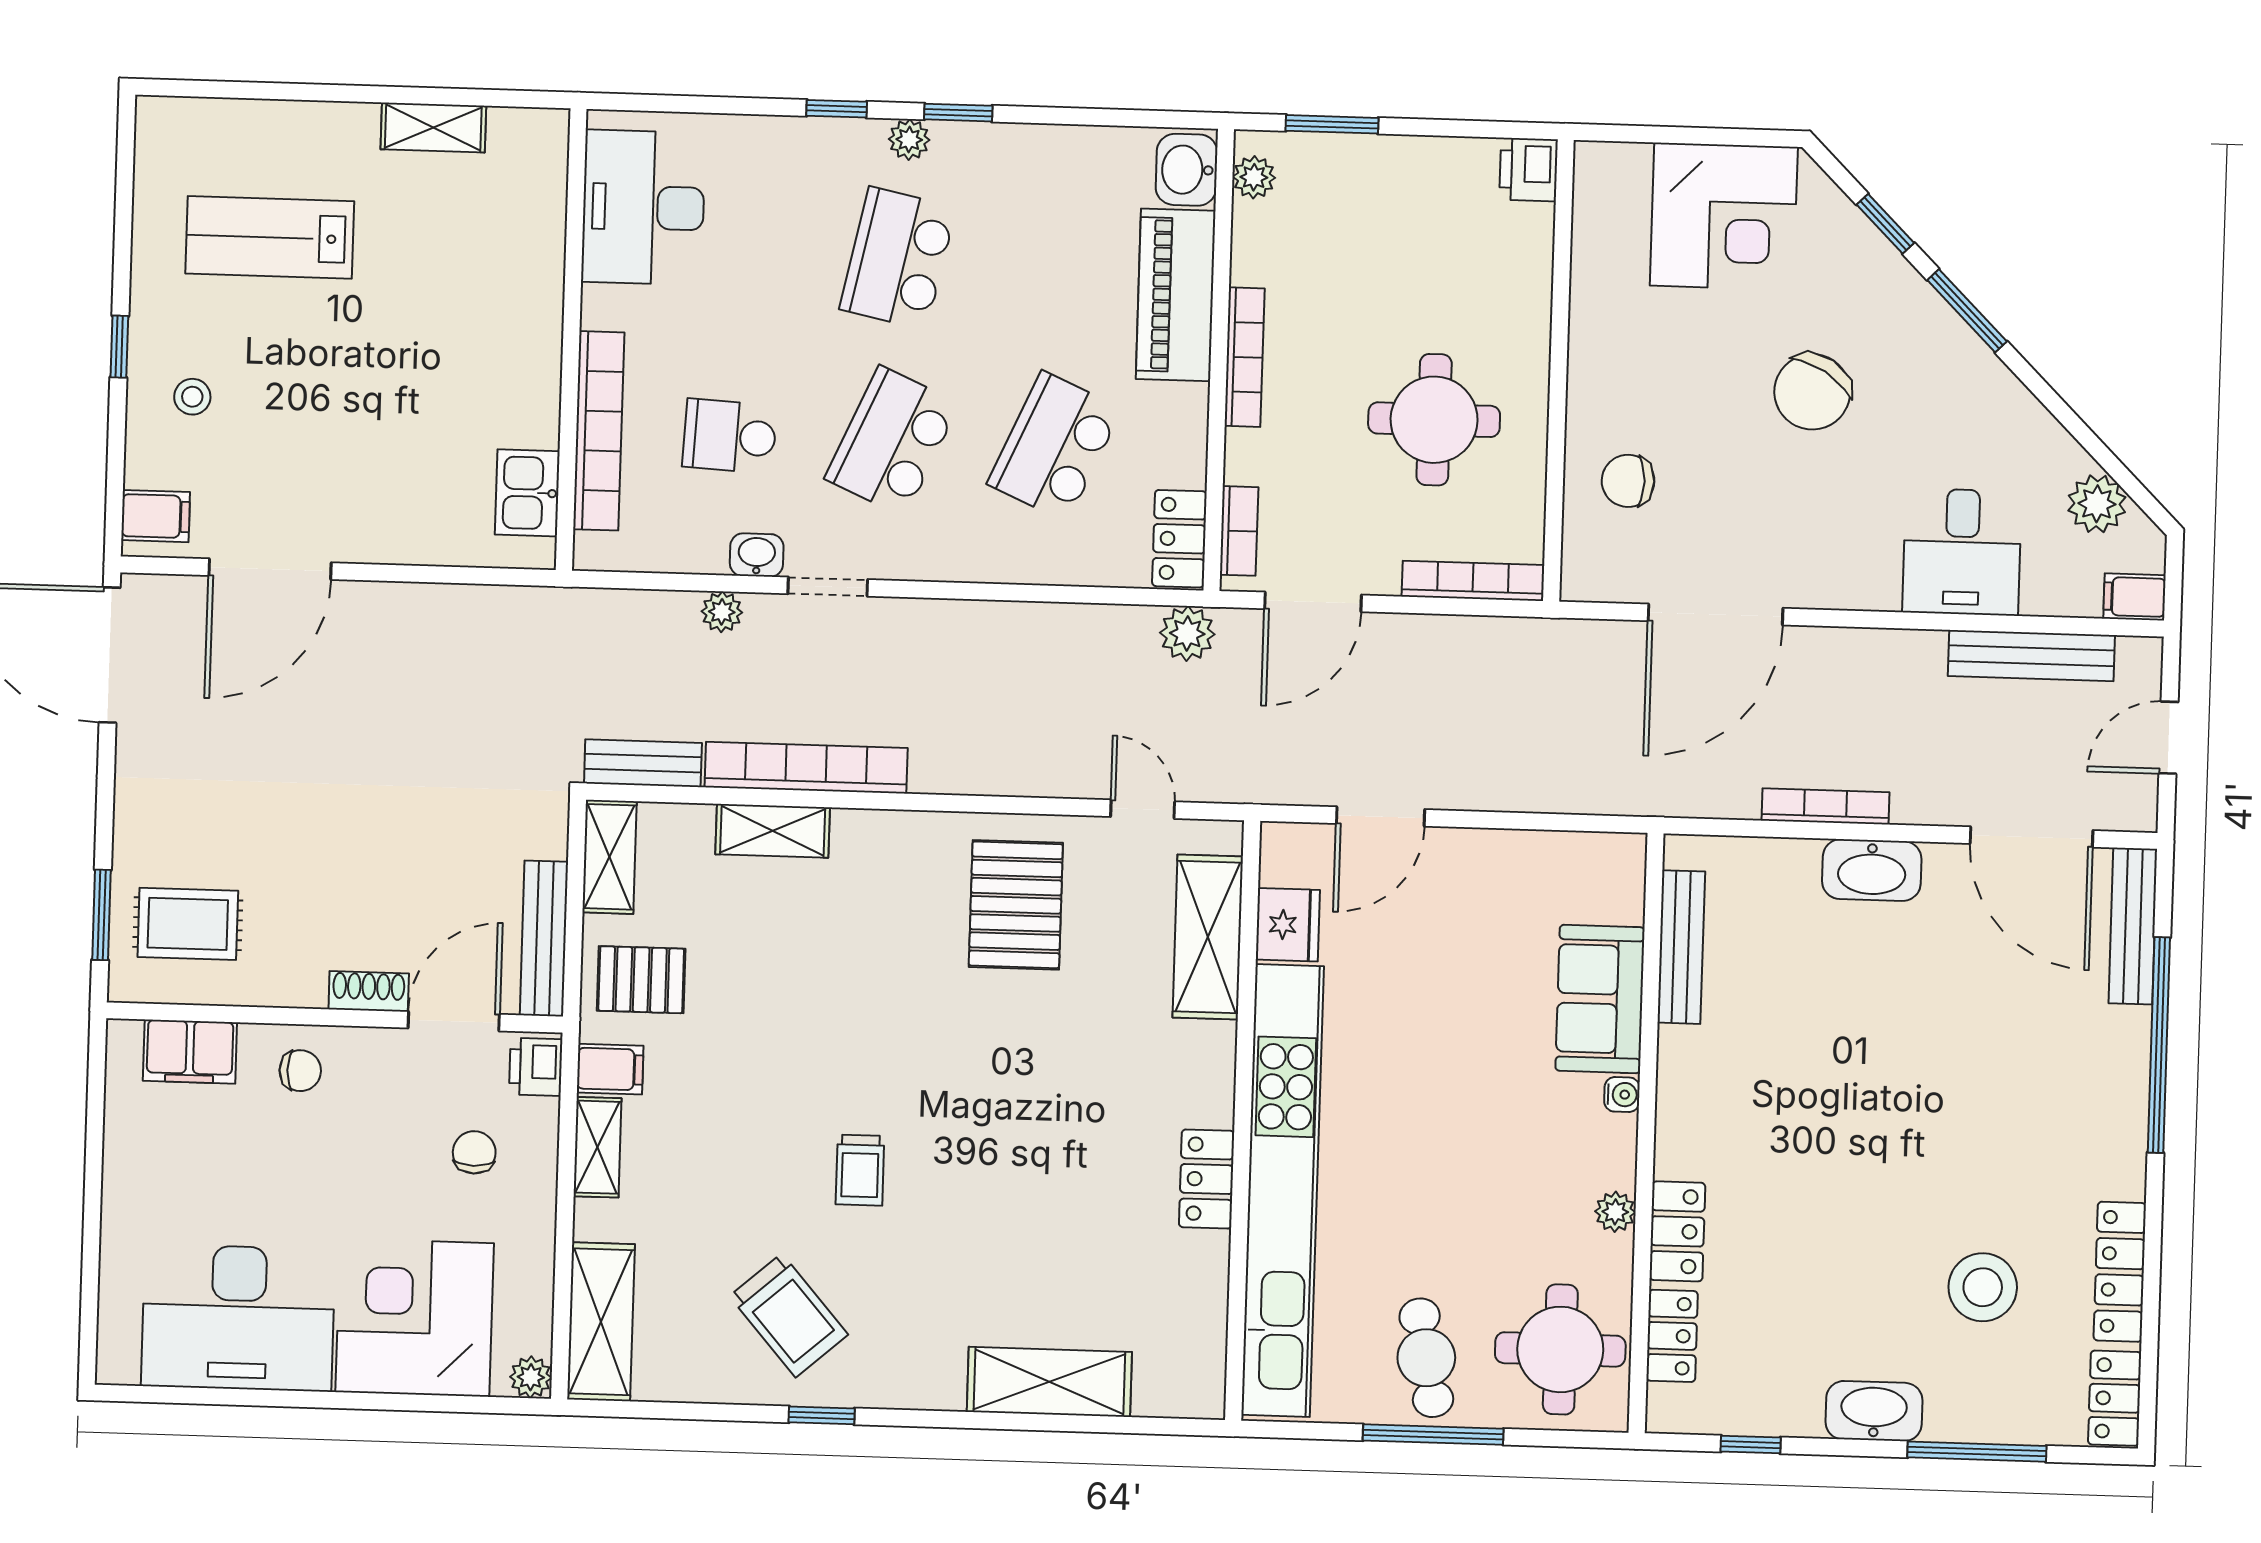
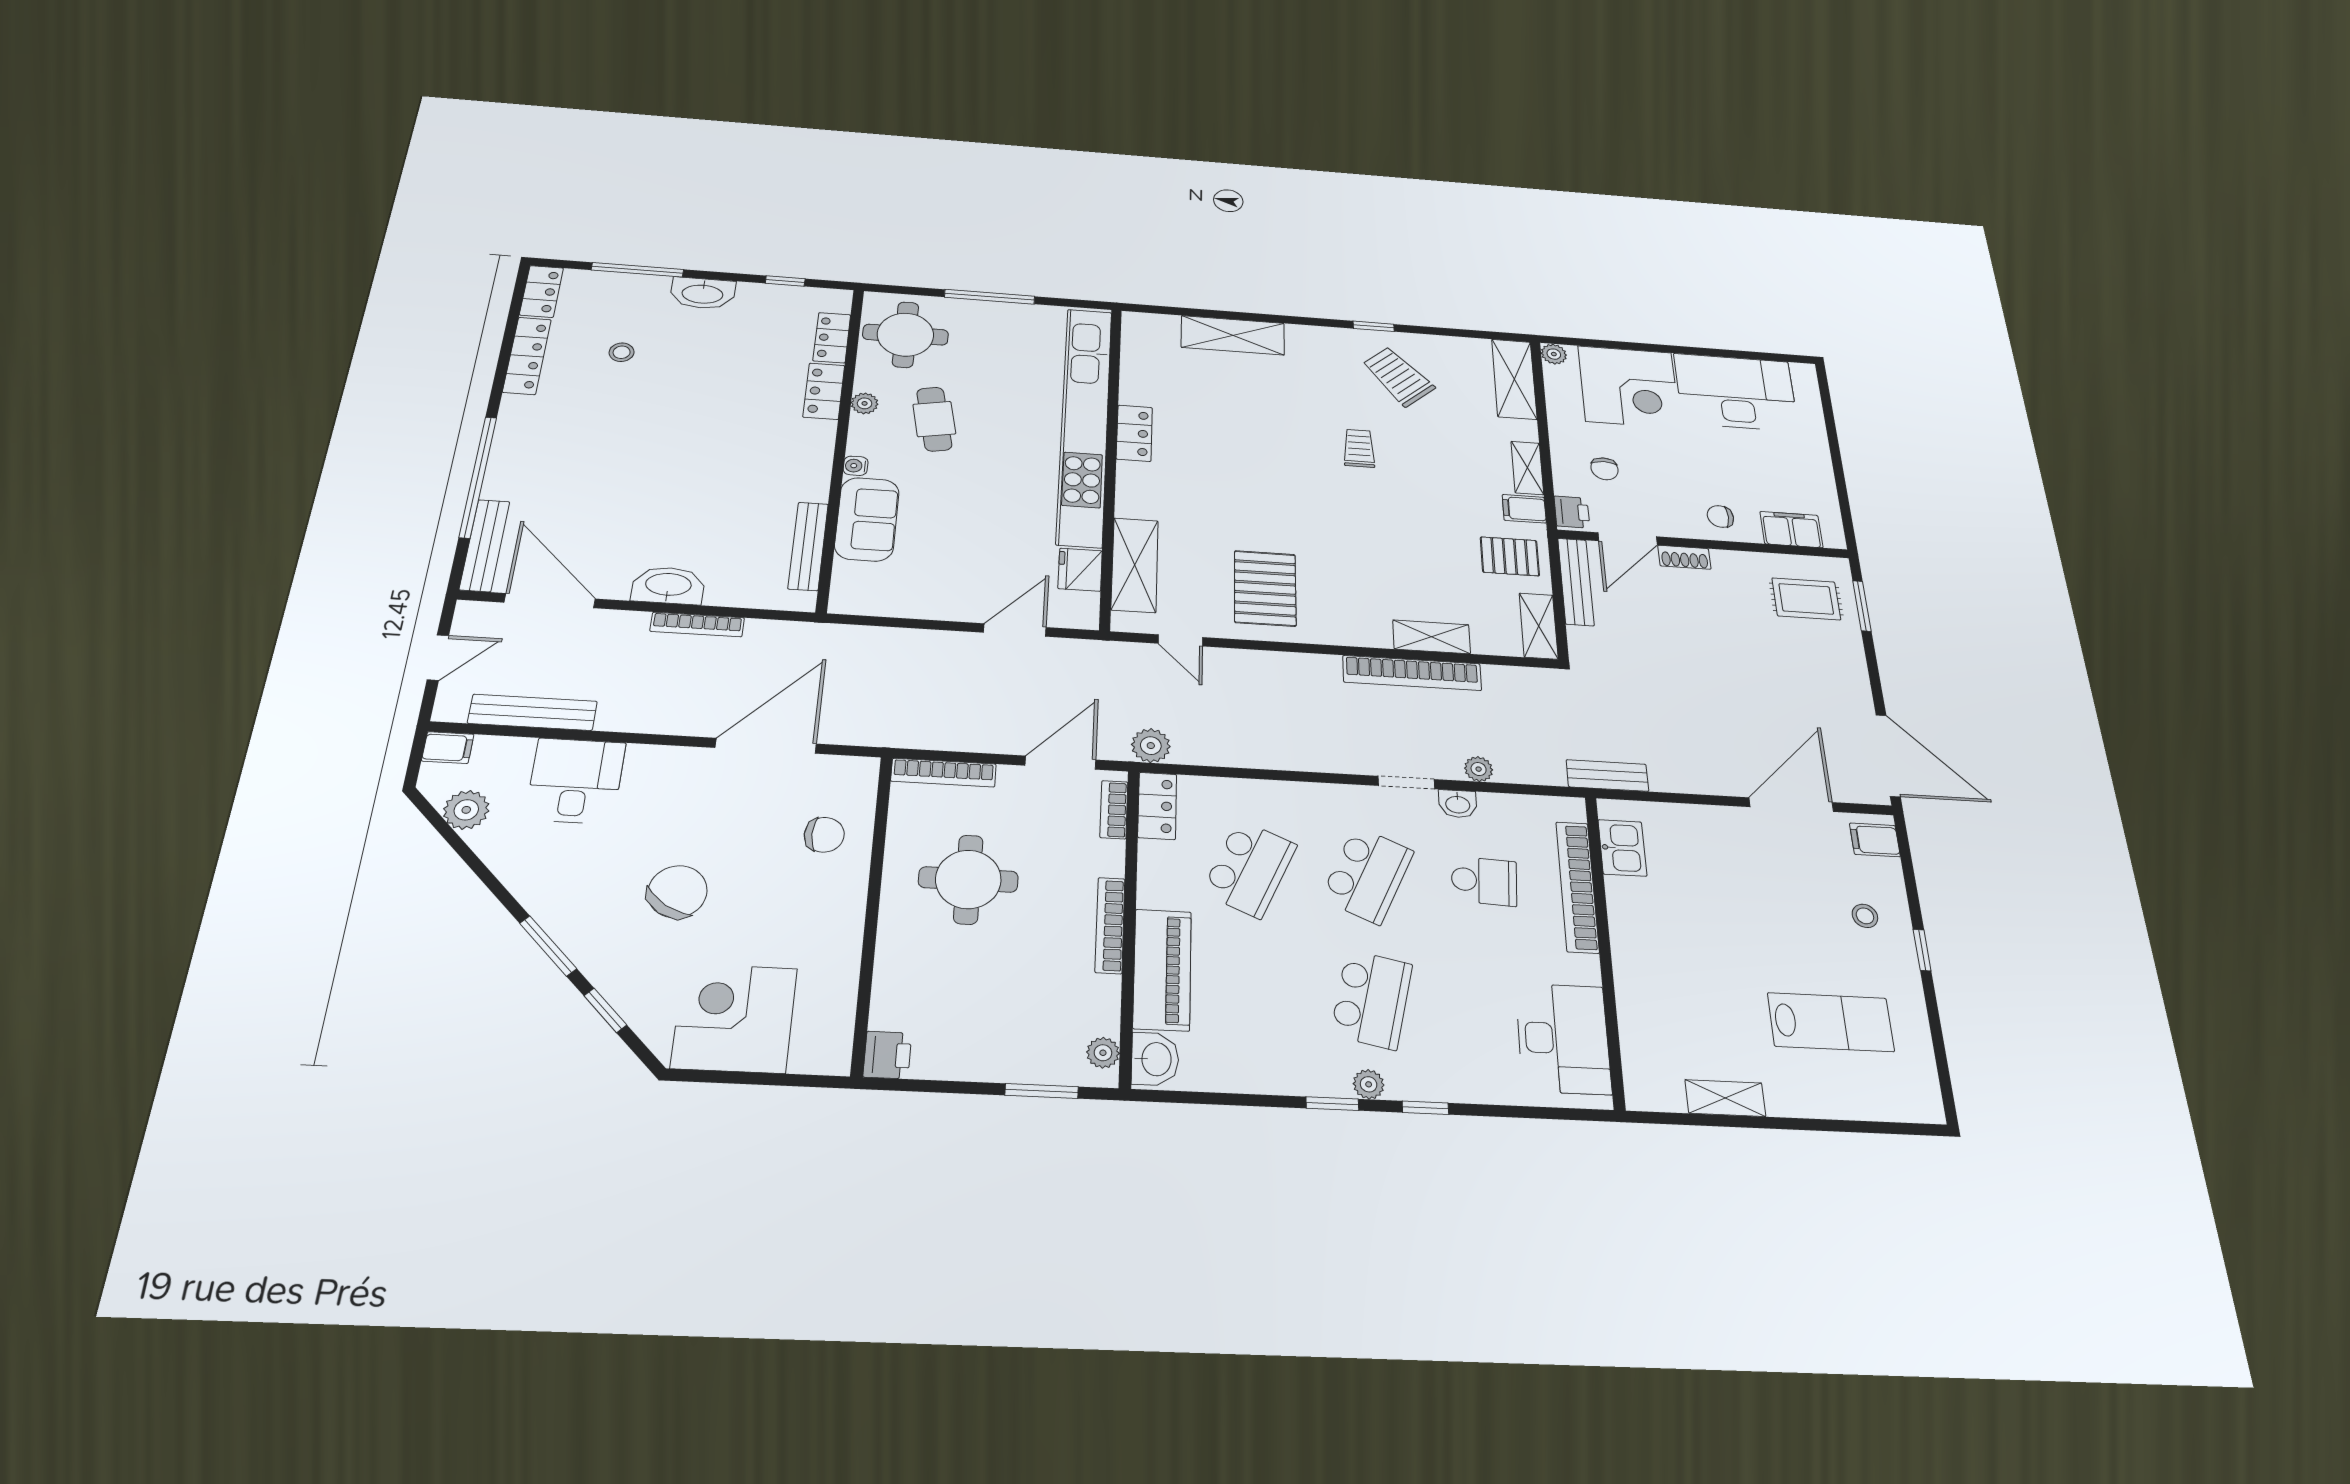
bench: (643, 763) -> (1607, 776), moved
stool: (1983, 1287) -> (622, 352), width x0.53, depth x0.53
cafe table: (1426, 1358) -> (934, 419), moved

